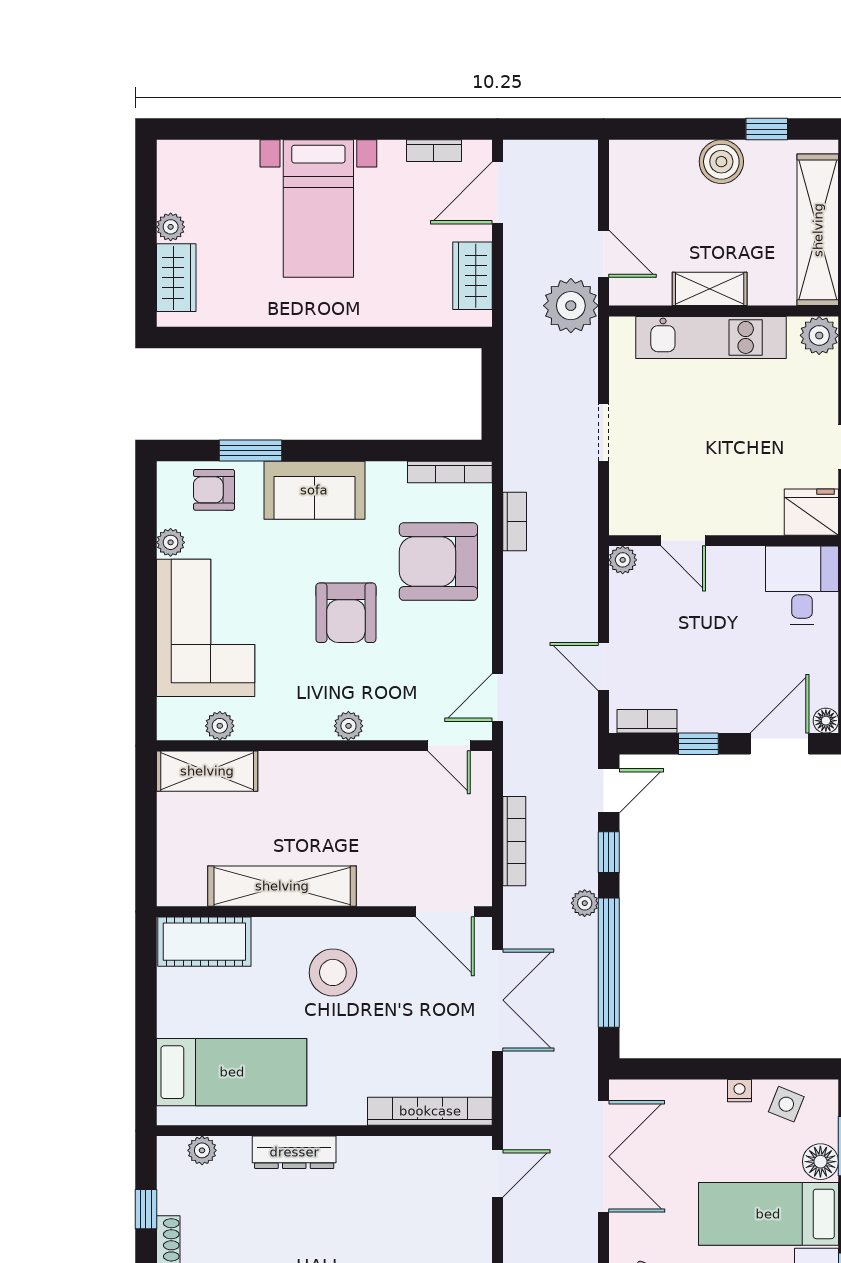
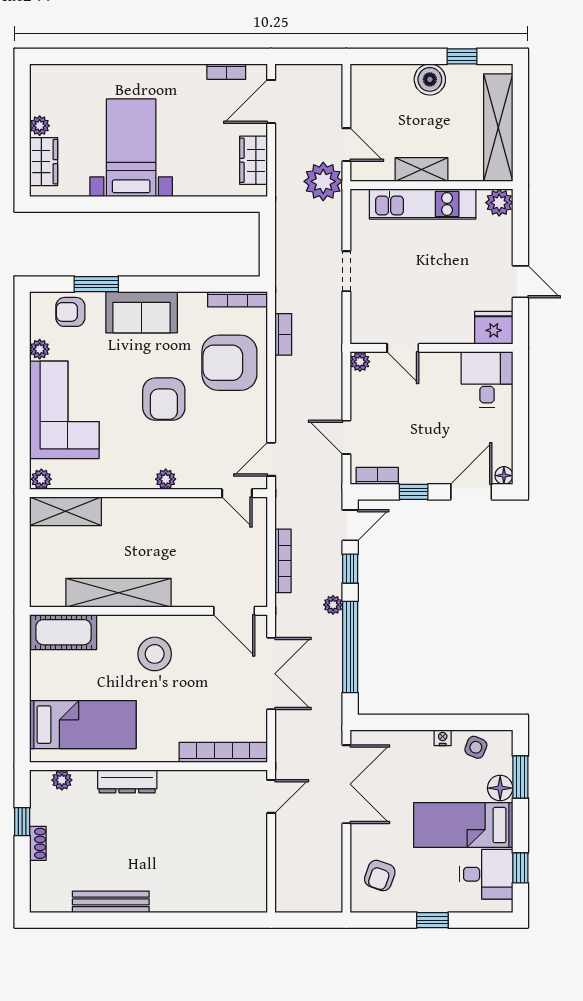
bed with nightstands: (318, 209) -> (131, 148), moved, turned 180
plant: (220, 726) -> (41, 479), moved

